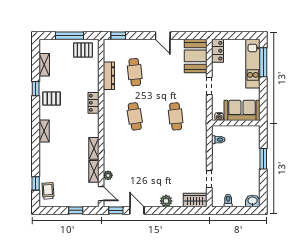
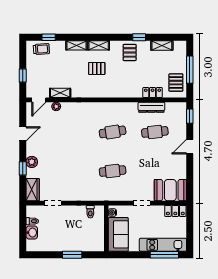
door: (163, 36) -> (190, 147), moved
locker: (94, 103) -> (153, 93), moved
pallet: (68, 133) -> (97, 68), added
shelving: (94, 148) -> (77, 45), moved
washbasin: (253, 201) -> (32, 233), moved
window: (116, 210) -> (23, 168), moved

